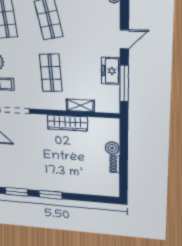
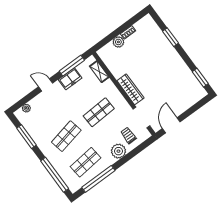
shelving: (80, 105) -> (99, 72), moved
wardrobe: (67, 123) -> (130, 89), moved
window: (50, 195) -> (170, 37), moved

